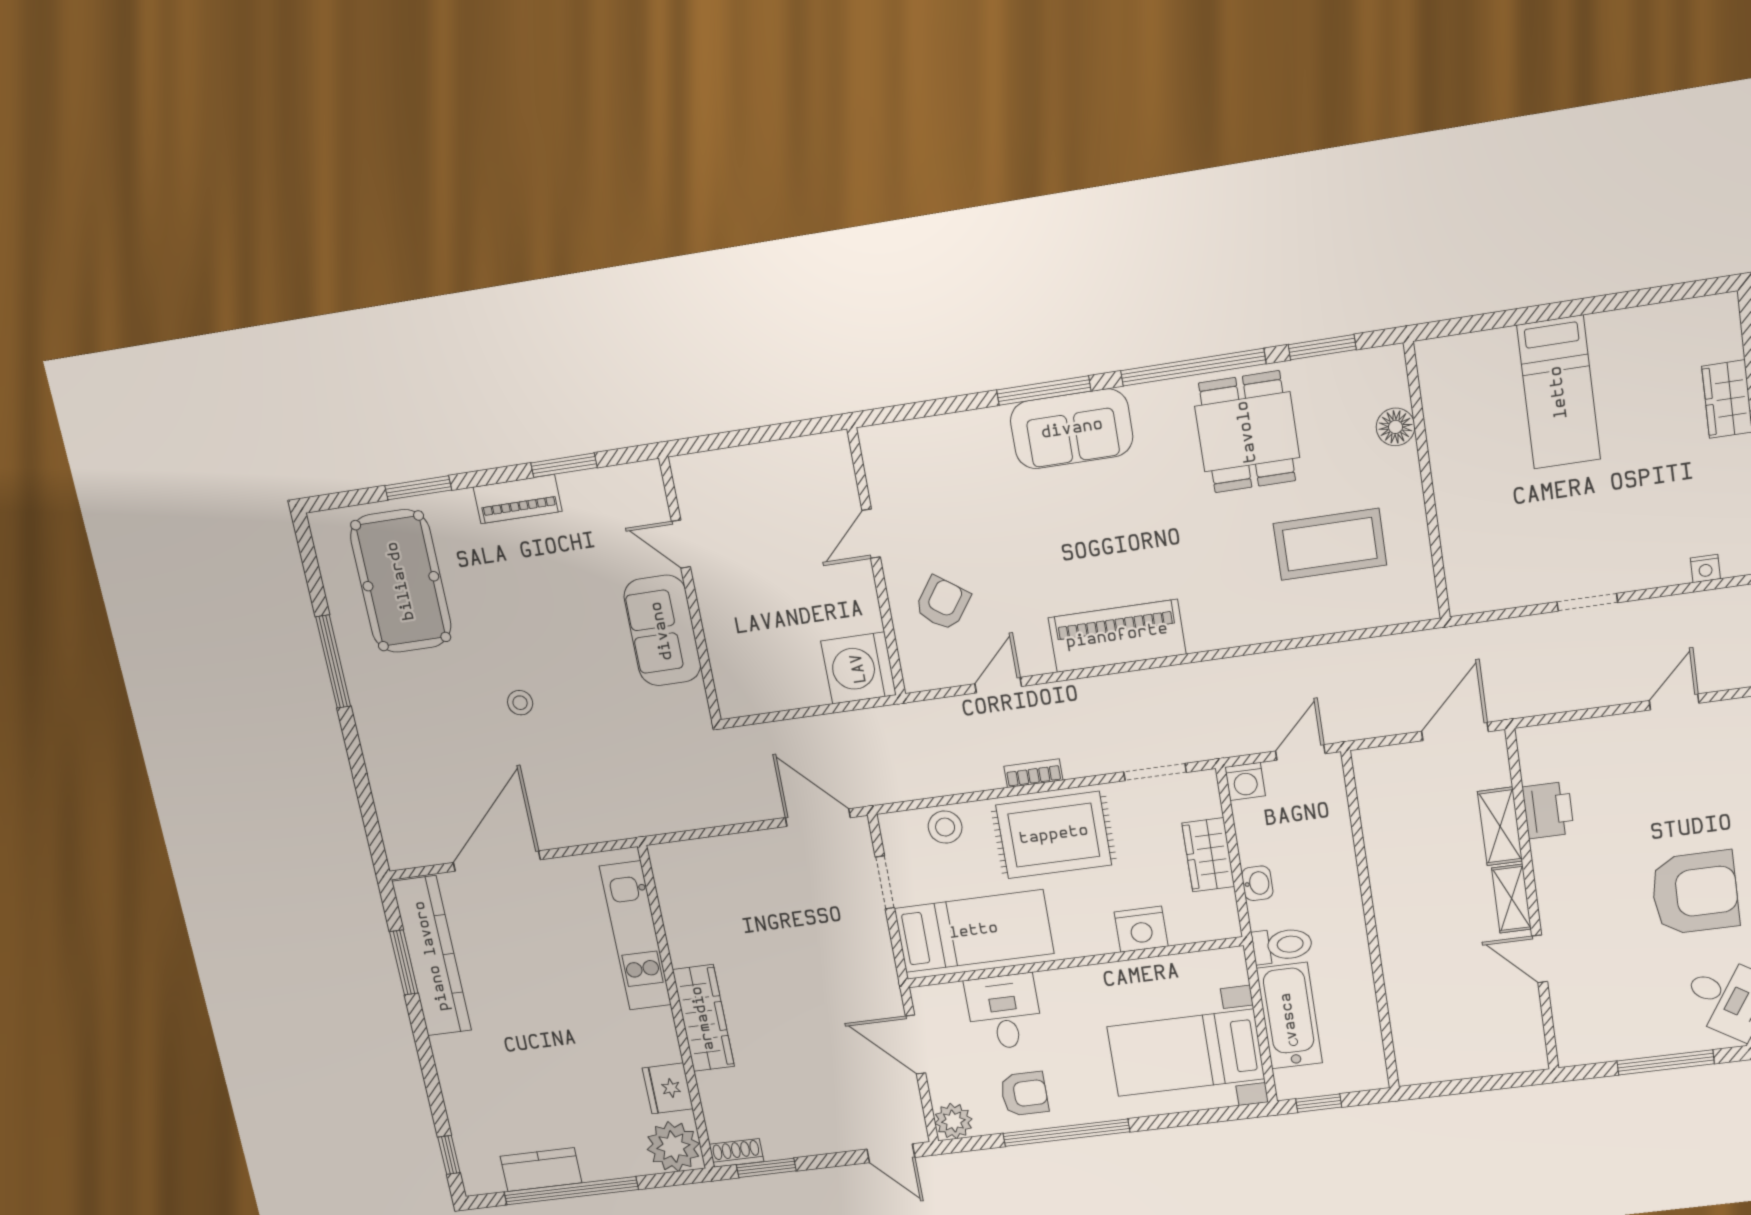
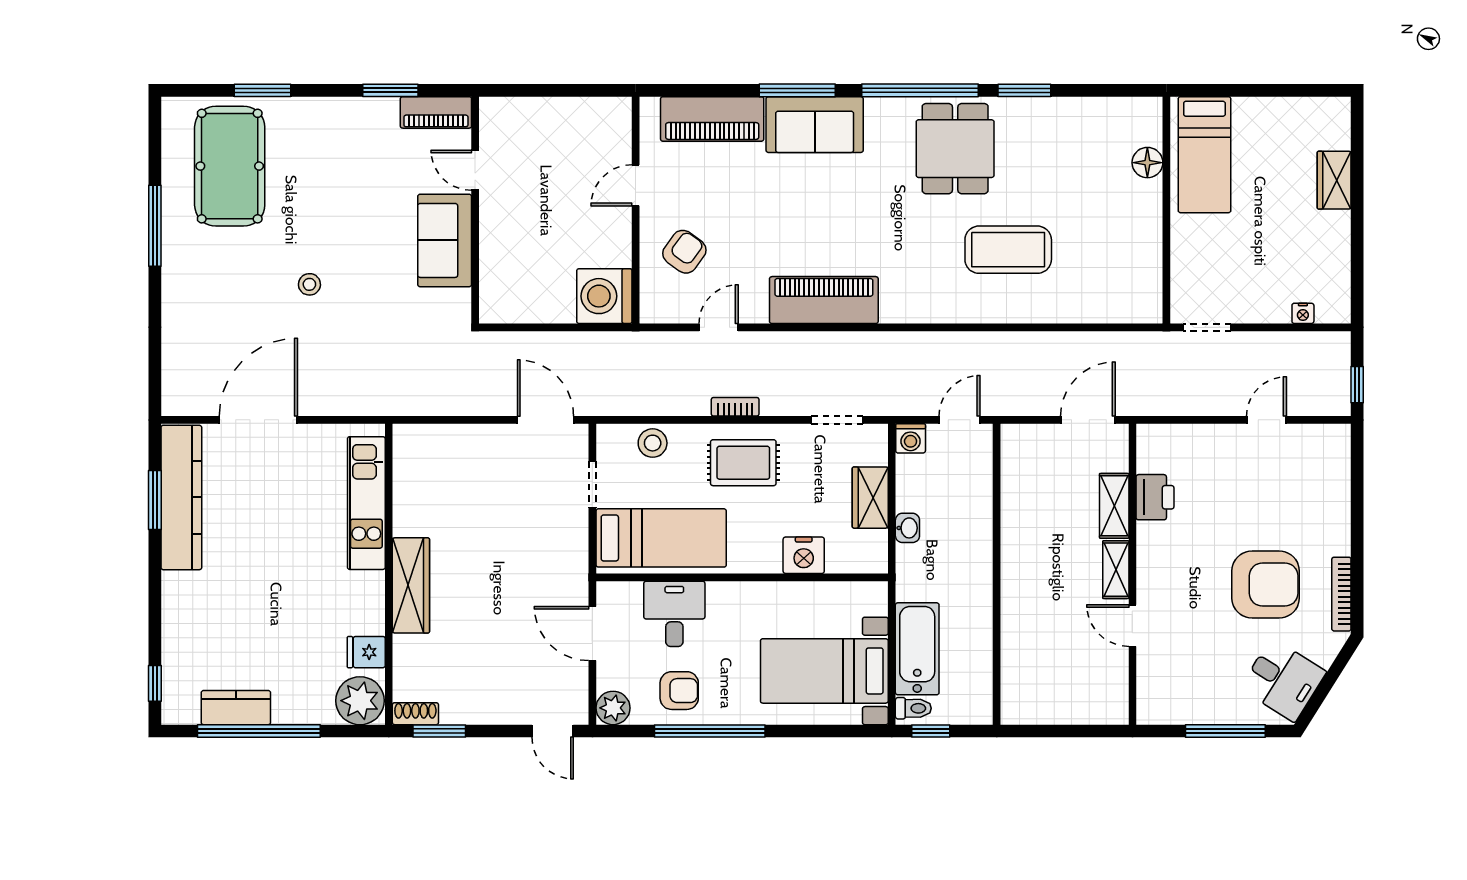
floor lamp: (1396, 427) -> (1147, 163), moved
piano: (947, 441) -> (712, 119), added
wall: (1427, 481) -> (1166, 210), moved
piano: (518, 499) -> (436, 112), moved
rug: (1054, 835) -> (743, 463), width x0.73, depth x0.70
toilet: (1282, 945) -> (913, 708), moved, width x0.73, depth x0.72
fridge: (668, 1088) -> (366, 652), width x0.72

